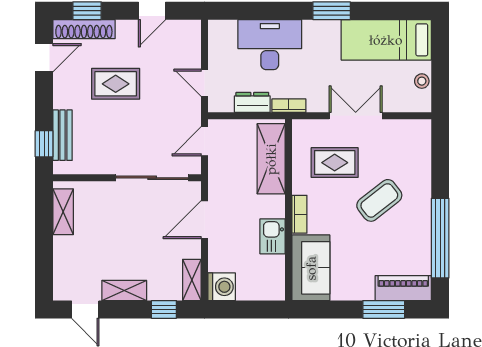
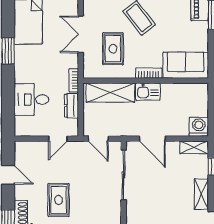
desk: (270, 45) -> (32, 99), width x0.73
kitchen sink: (273, 236) -> (148, 92), moved

